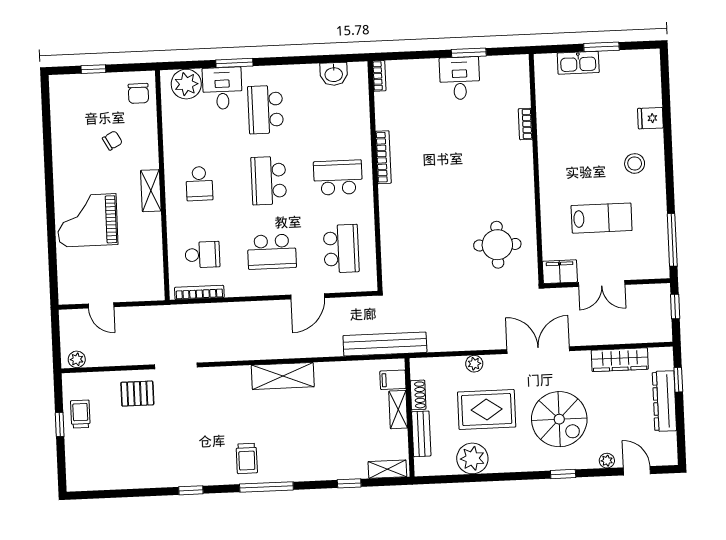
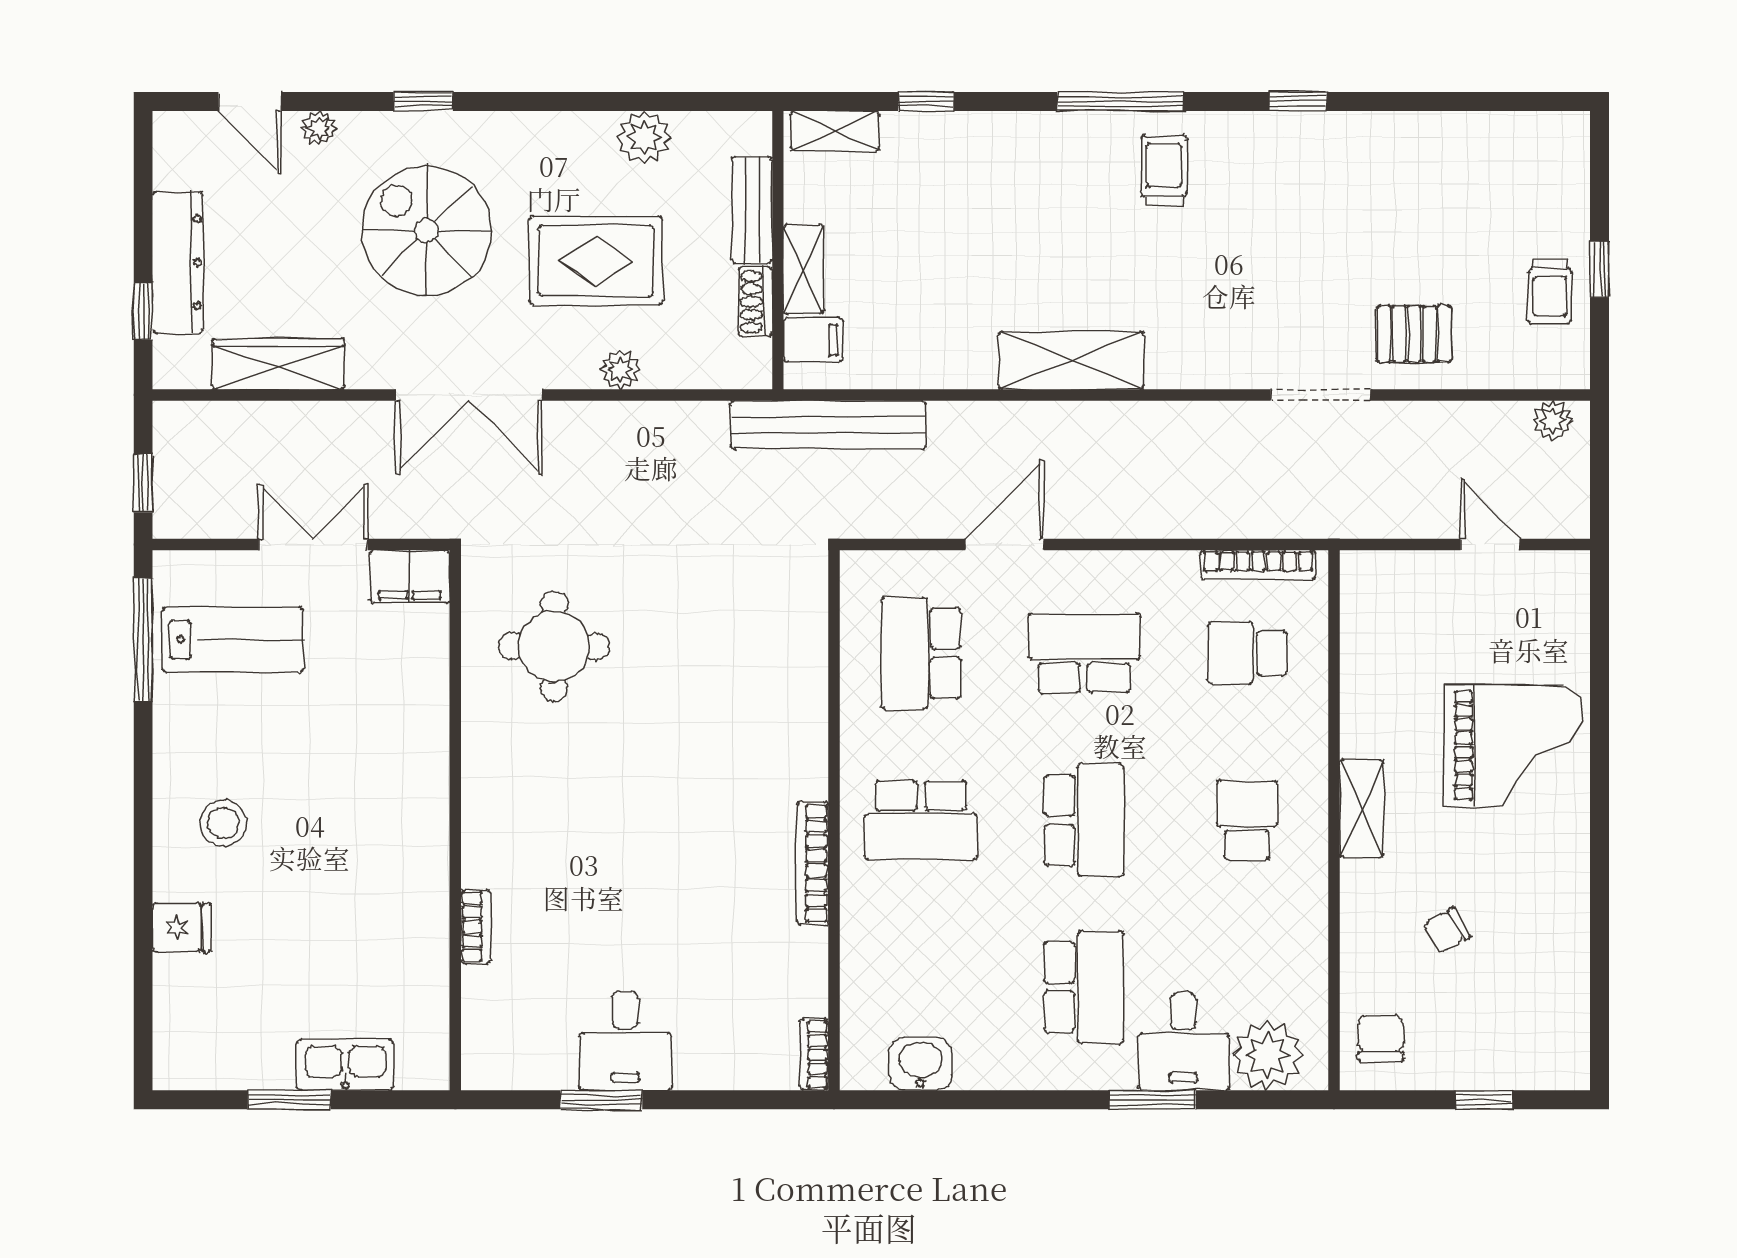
lab bench: (602, 218) -> (233, 640), moved, turned 180
plant: (472, 458) -> (644, 137), width x0.73, depth x0.73

